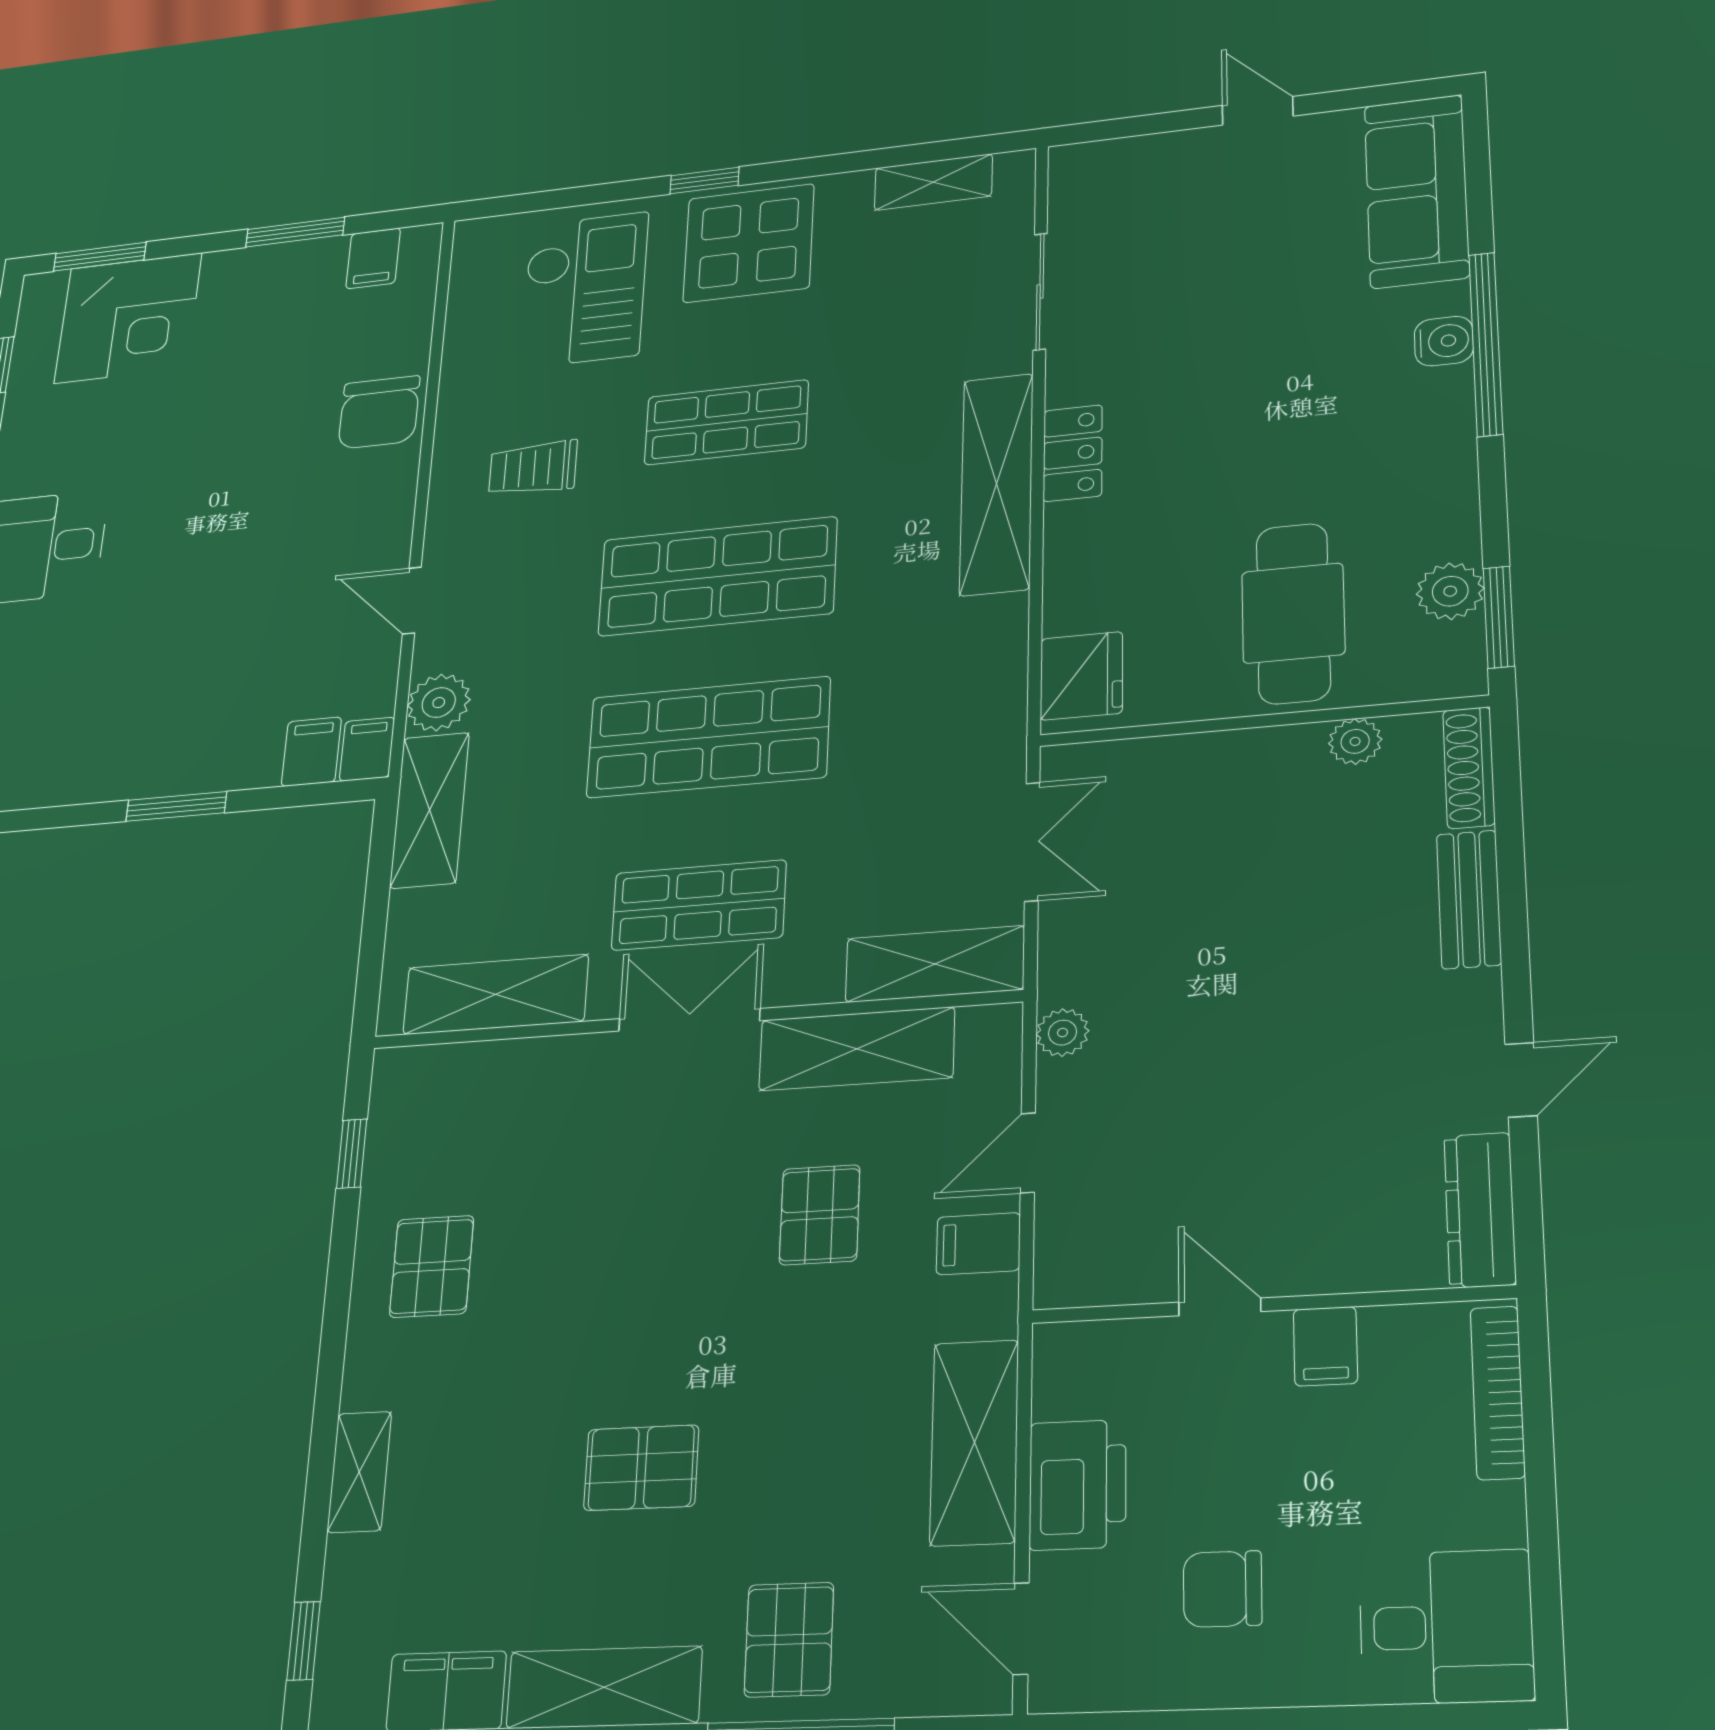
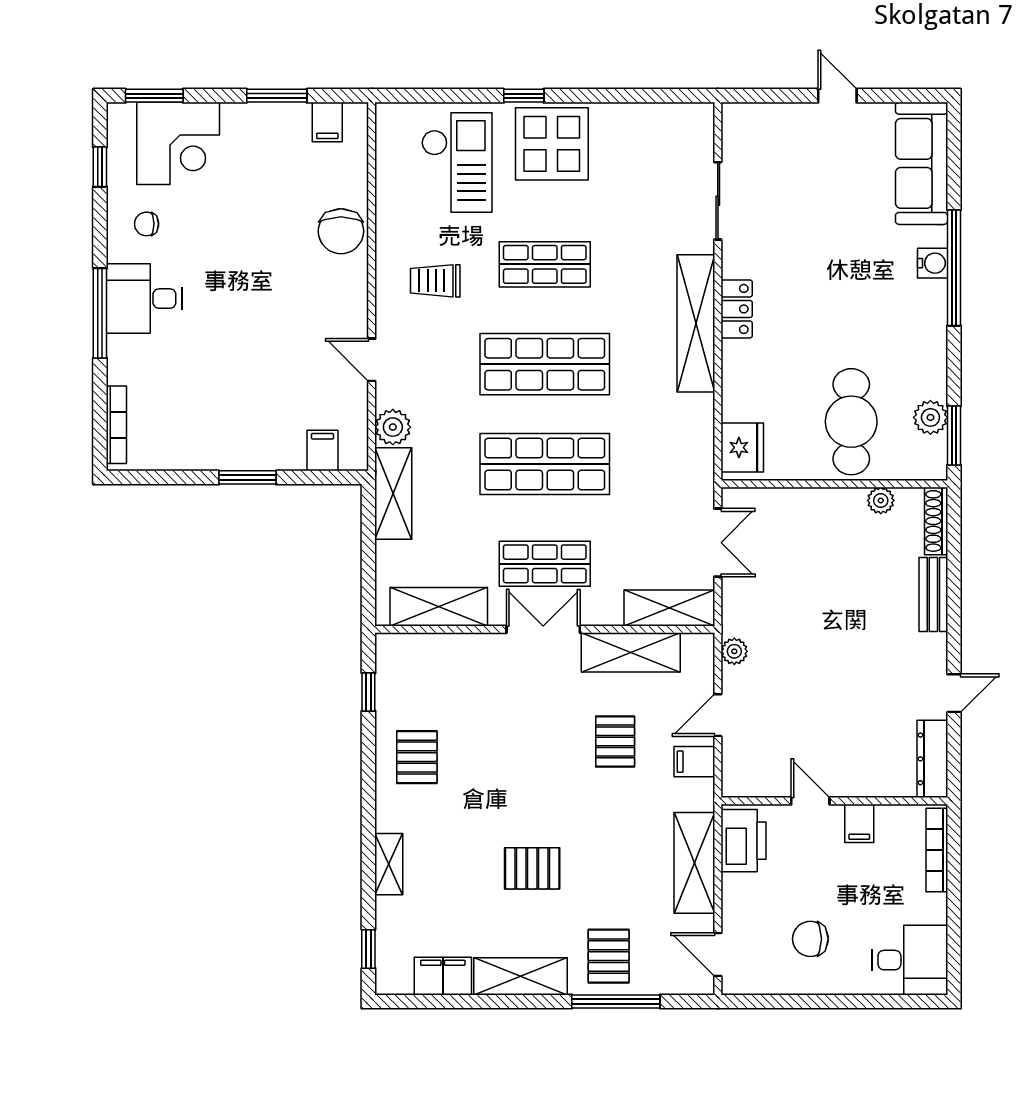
shelving: (933, 182) -> (657, 117), removed
chair: (61, 438) -> (147, 224), added
filing cabinet: (367, 749) -> (354, 452), removed
printer: (1078, 1485) -> (744, 841), moved

